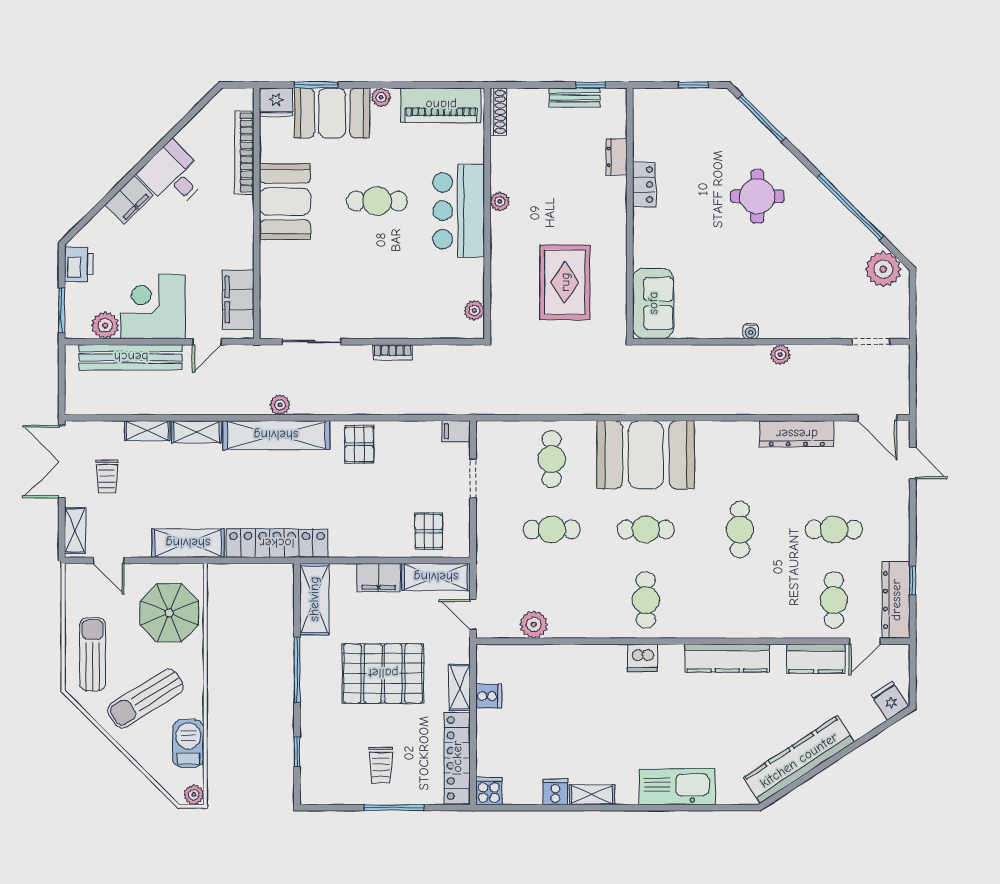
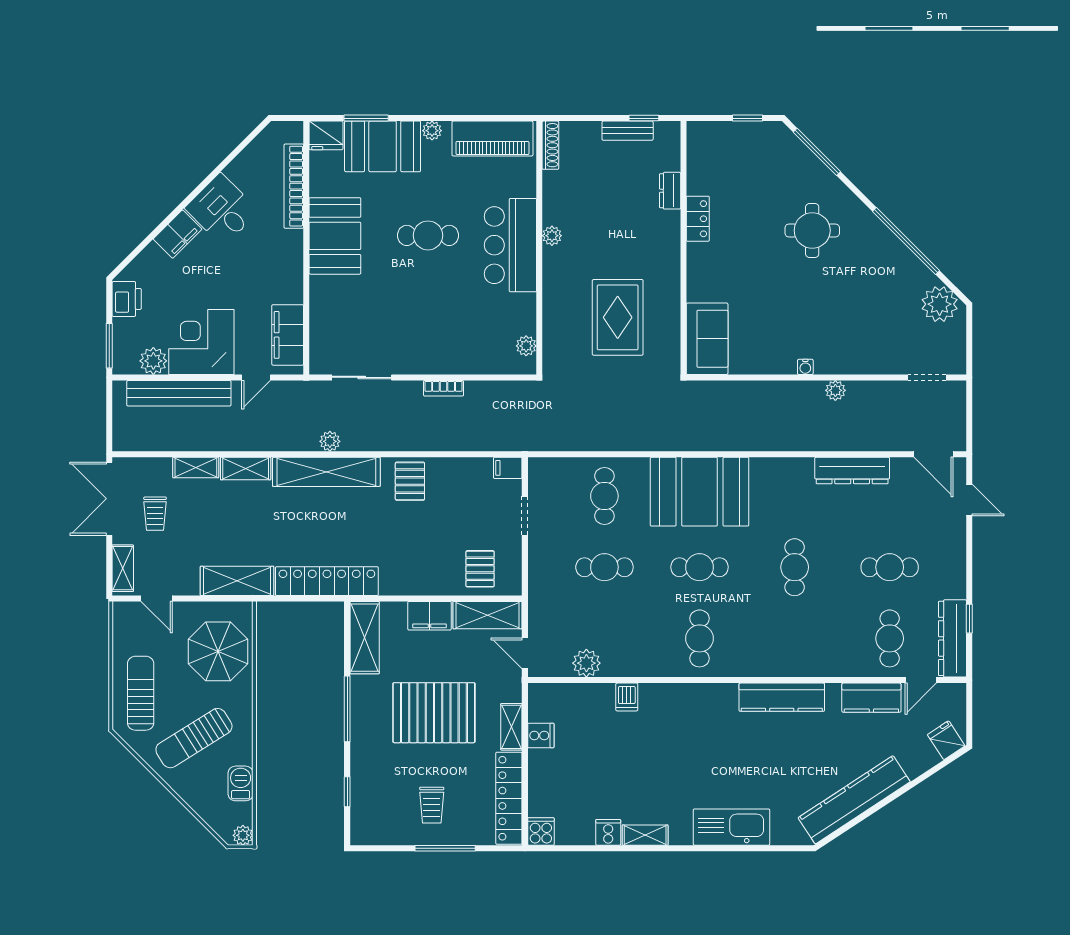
dishwasher: (643, 658) -> (627, 697), moved, width x0.73
barbecue: (188, 743) -> (241, 783), width x0.73, depth x0.79

